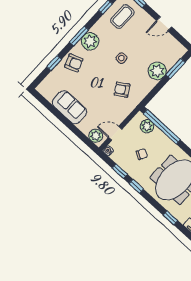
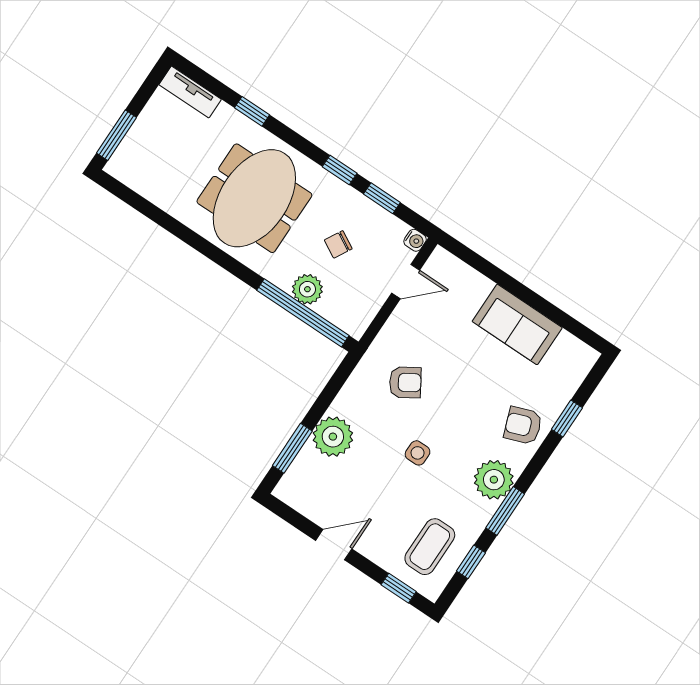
window: (79, 36) -> (505, 511), moved
plant: (147, 126) -> (307, 289), moved
plant: (96, 136) -> (448, 269), removed

